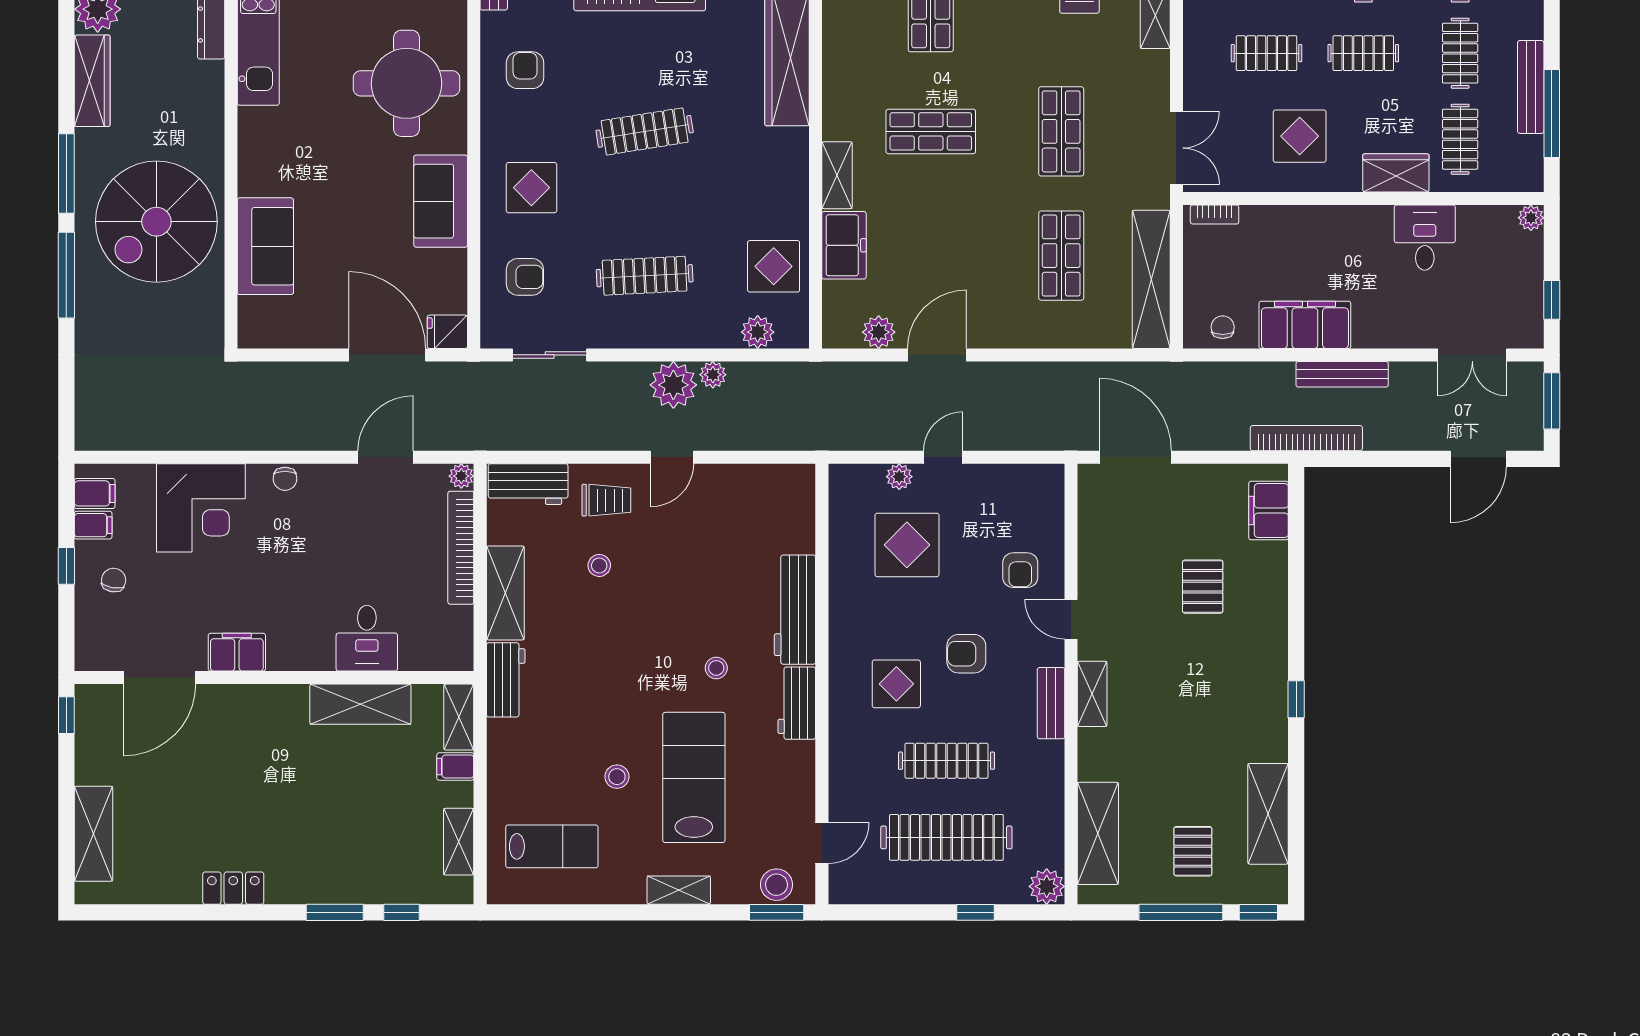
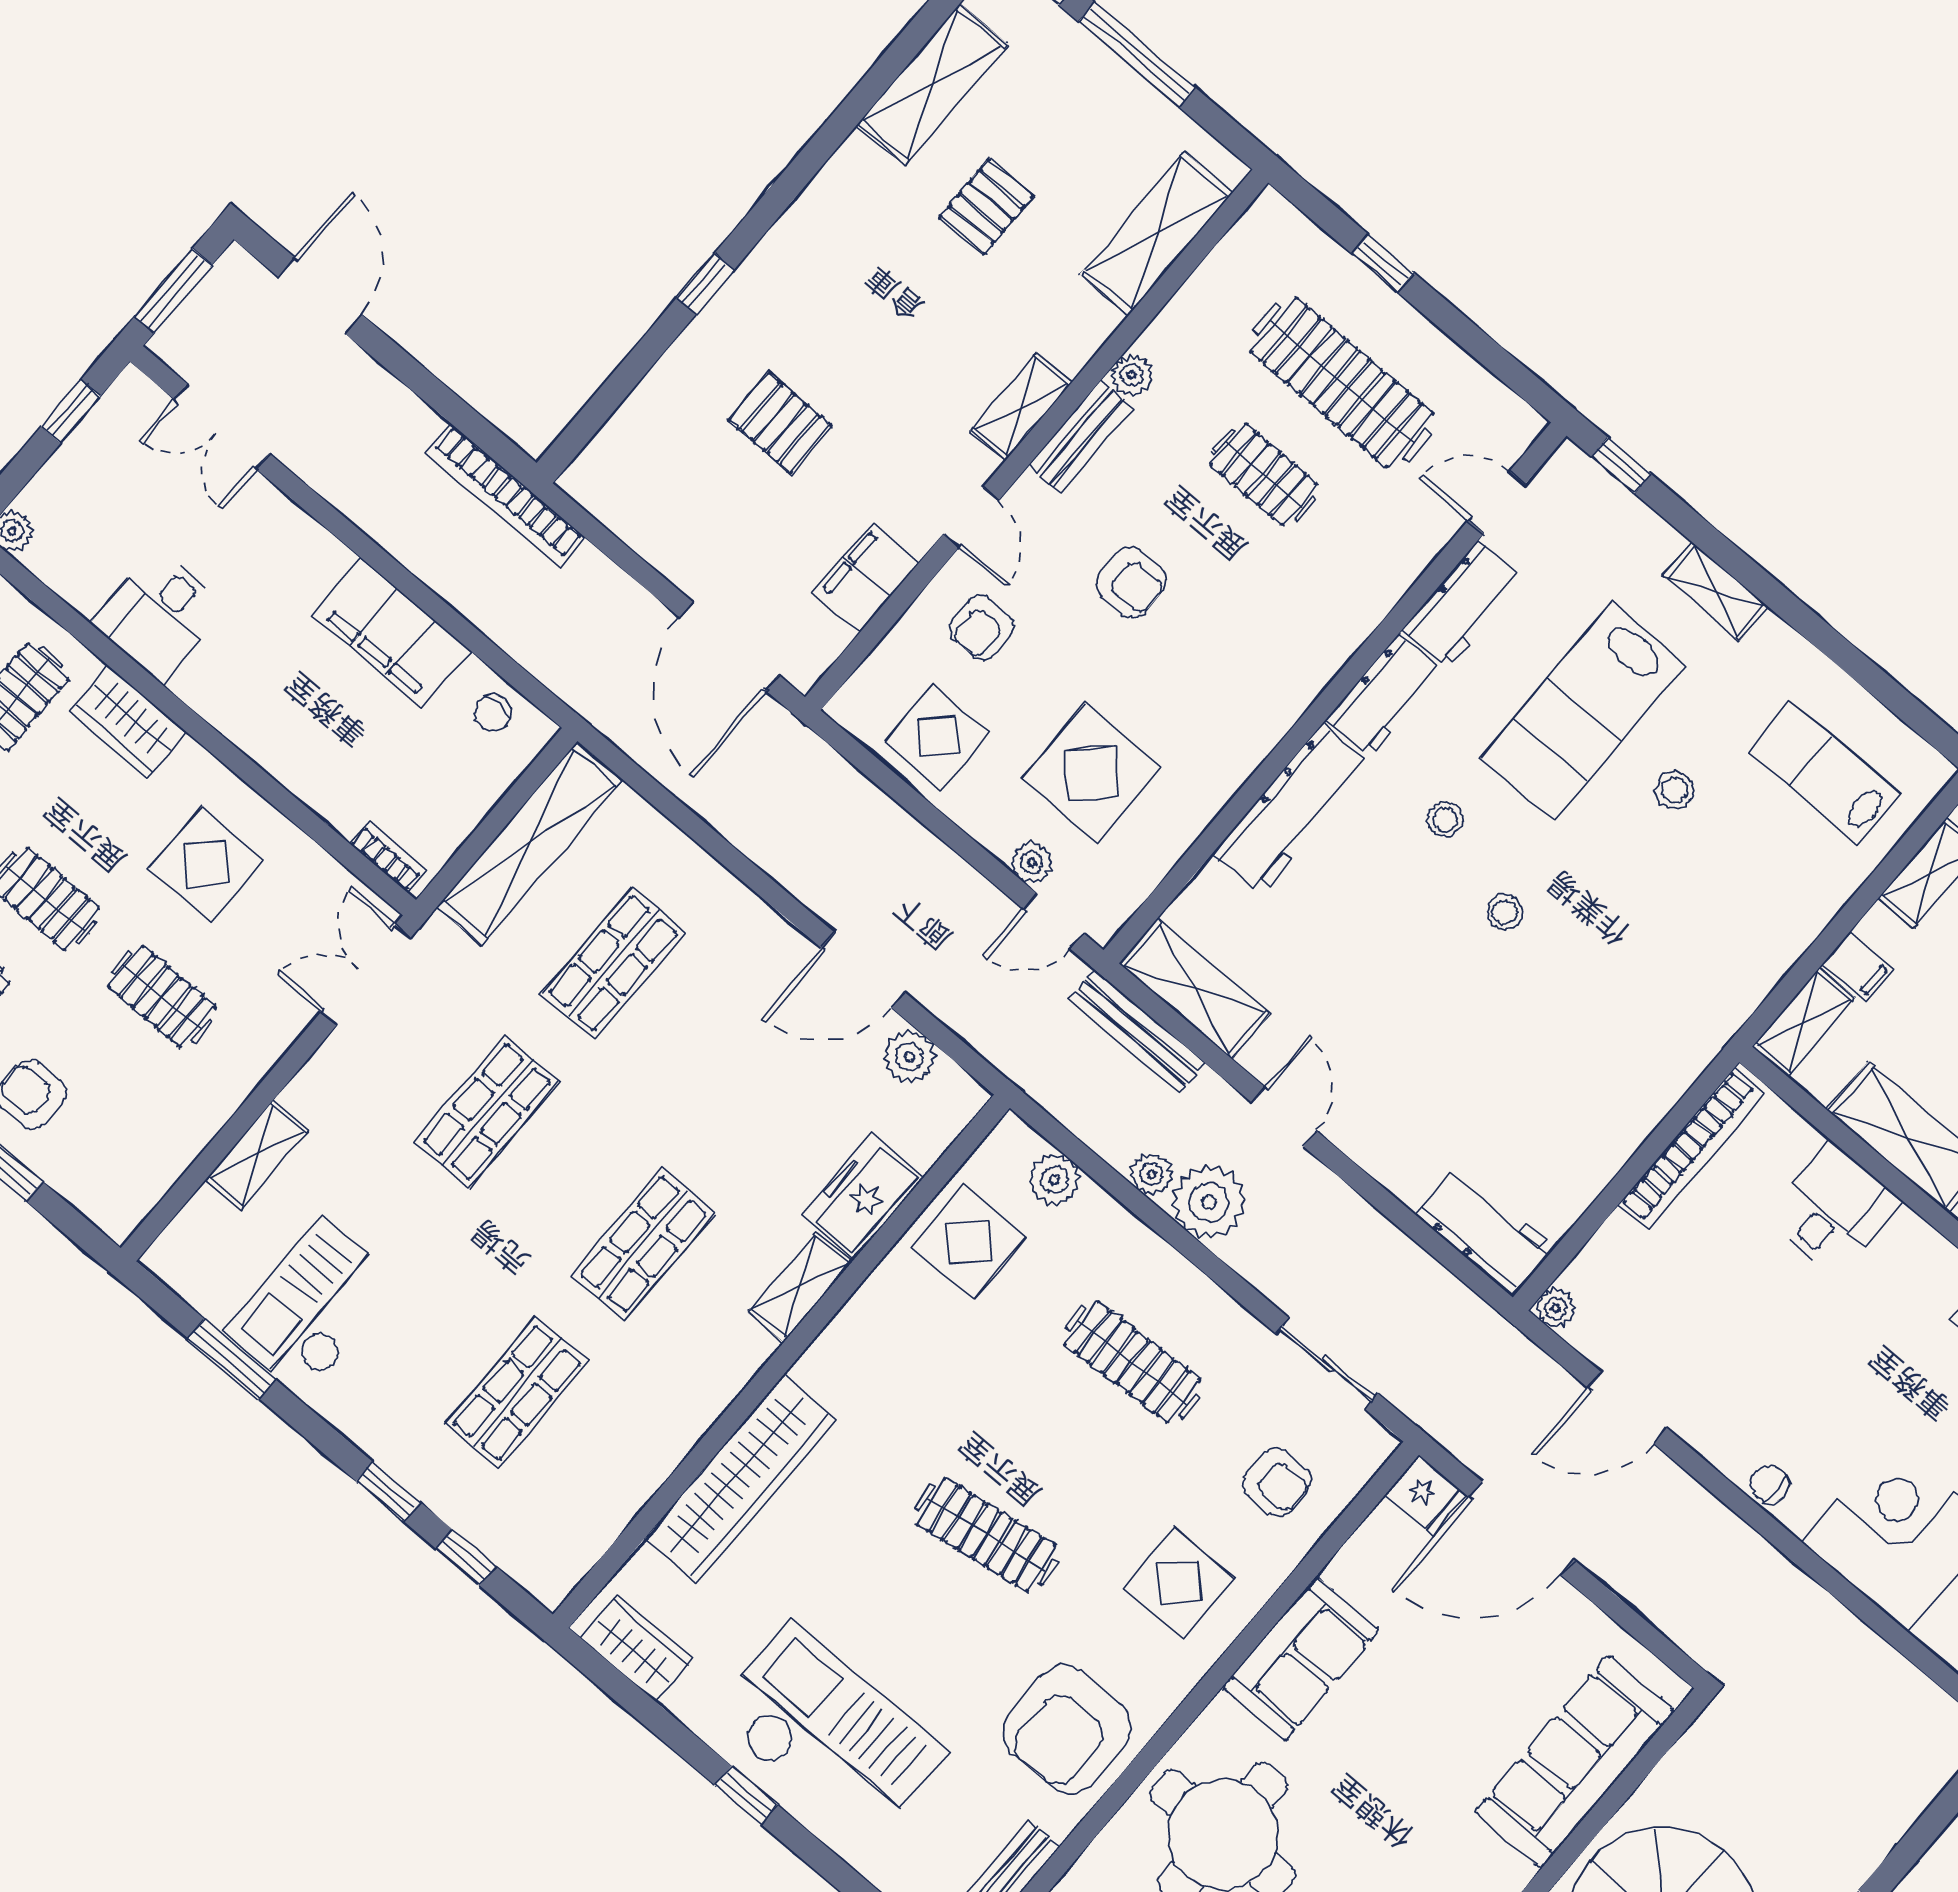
armchair: (525, 70) -> (1067, 1730), width x1.88, depth x1.88
shop shelf: (931, 131) -> (643, 1244), turned 90
sofa: (265, 246) -> (1575, 1762), width x1.36
armchair: (525, 277) -> (1277, 1482), turned 180
door: (387, 355) -> (1521, 1528), hinge flipped
double door: (1472, 355) -> (222, 426), swing flipped
bench: (1342, 374) -> (1137, 1032), moved
door: (672, 457) -> (1284, 1117), hinge flipped
door: (943, 457) -> (1054, 921), moved
door: (1478, 459) -> (320, 296), hinge flipped
chair: (285, 479) -> (1770, 1484), turned -90
trolley: (606, 500) -> (1406, 1132), removed
filing cabinet: (1269, 511) -> (867, 577), moved, turned 180
bookcase: (461, 548) -> (1692, 1149), moved
stool: (599, 565) -> (1505, 912), moved
armchair: (1020, 570) -> (982, 628), turned 180
pallet: (1203, 587) -> (780, 423), turned 90
shelving: (505, 593) -> (1194, 989), moved, turned 90
workbench: (506, 680) -> (1462, 605), moved, turned 180
display table: (896, 684) -> (937, 736), moved
window: (1296, 699) -> (705, 284), moved
clothes rail: (946, 761) -> (1264, 474), width x0.73
pallet: (1193, 851) -> (986, 207), moved
stool: (777, 885) -> (1593, 499), removed
plant: (1047, 886) -> (1132, 375), moved, width x0.73, depth x0.73
window: (777, 912) -> (1621, 465), width x0.67

